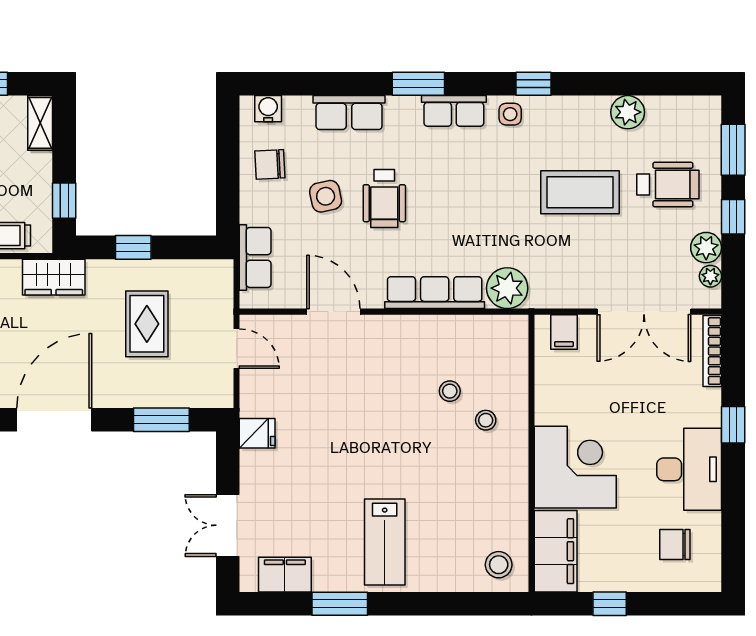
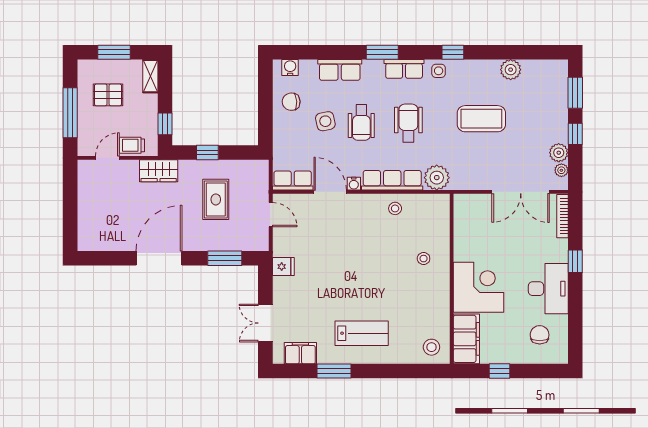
wheelchair: (668, 185) -> (408, 123), moved, turned -90
row of seats: (255, 257) -> (293, 181), moved, turned -90
water cooler: (372, 298) -> (354, 184), added
filing cabinet: (564, 332) -> (472, 204), removed
stool: (450, 391) -> (395, 208), moved
lab bench: (385, 542) -> (362, 333), turned -90
chair: (675, 545) -> (540, 335), turned 90

